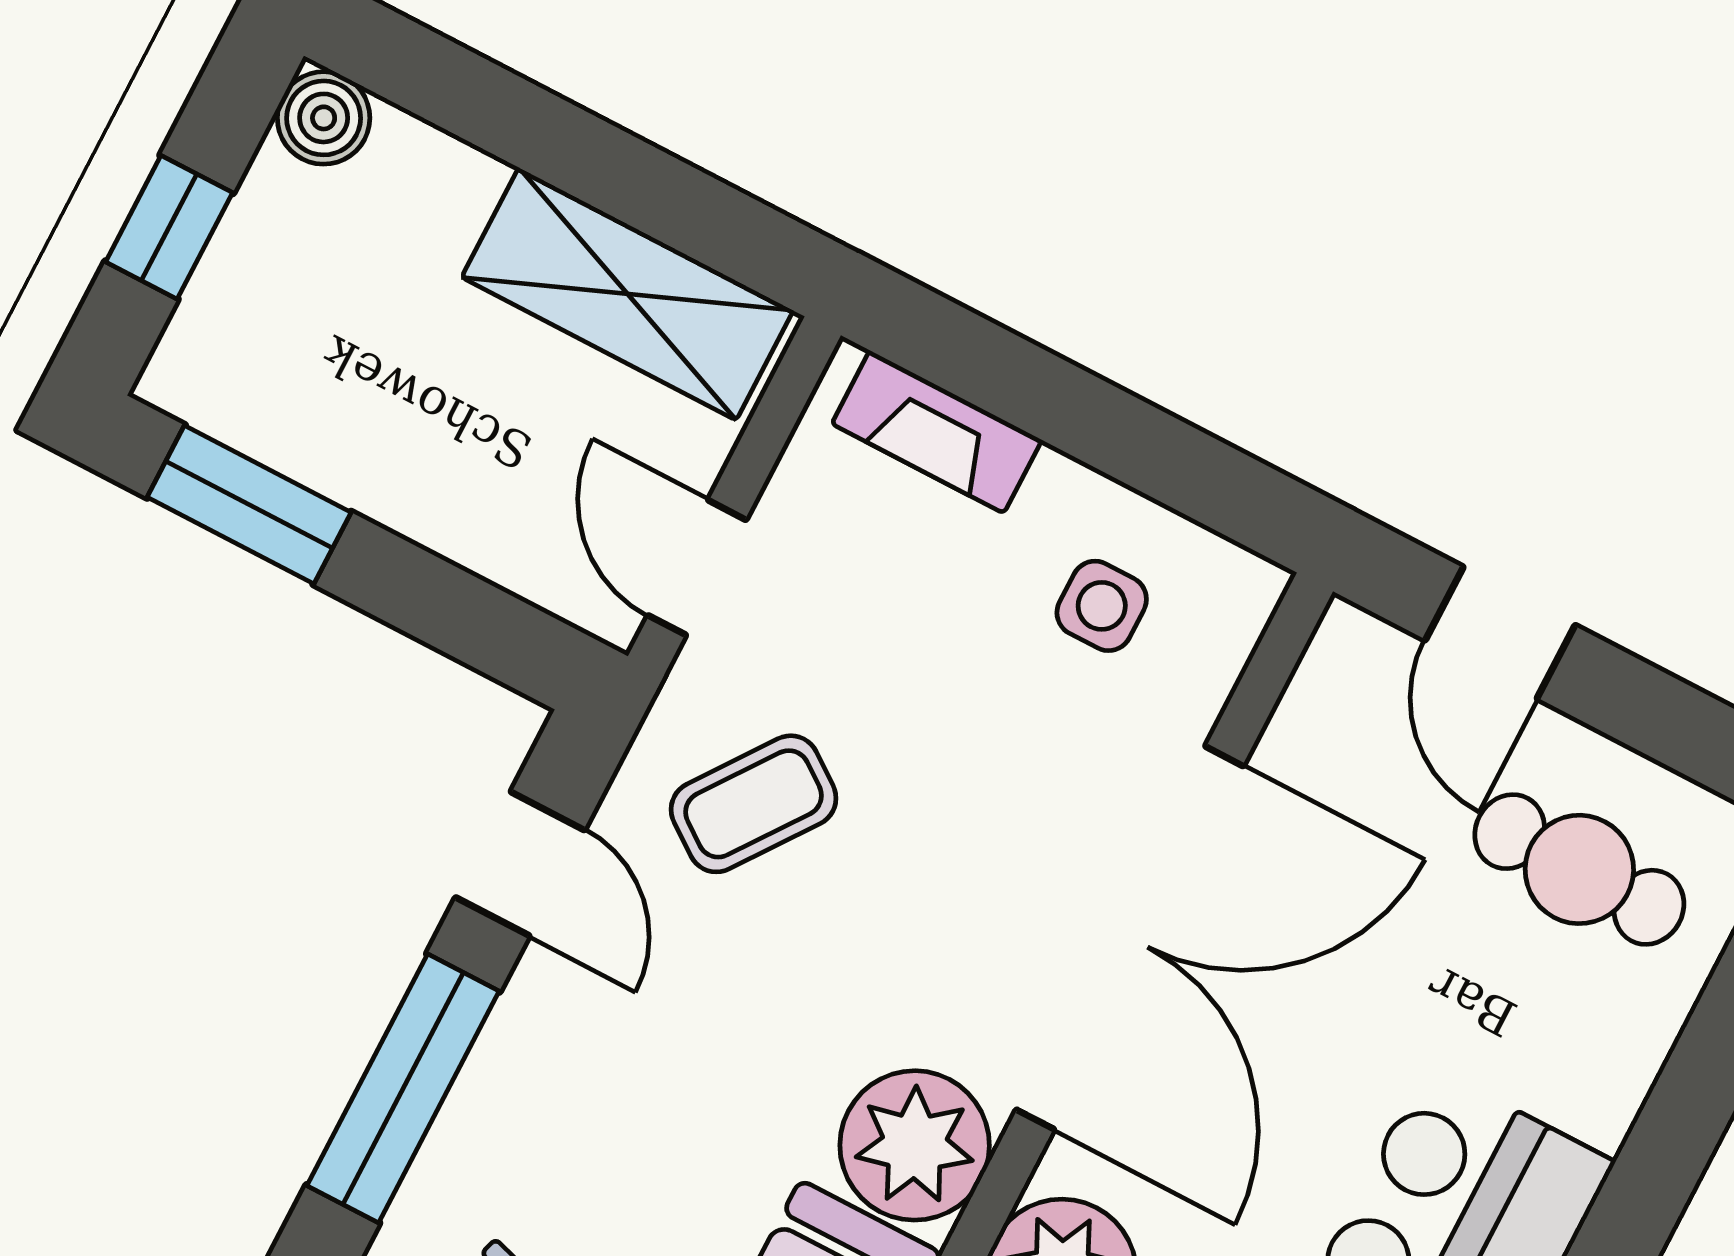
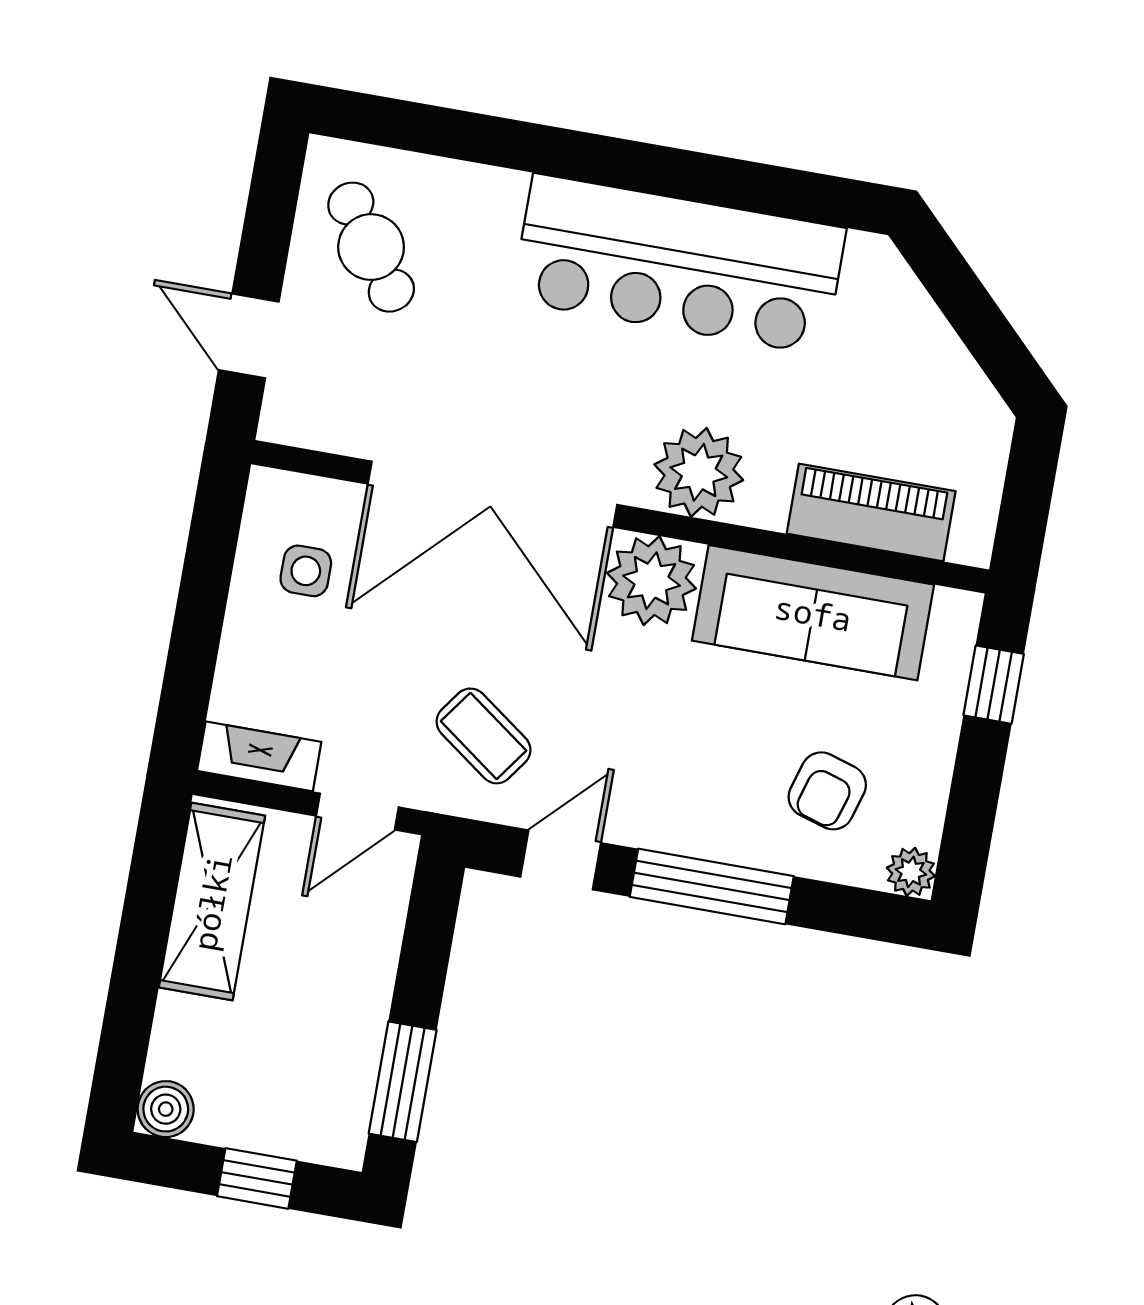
fireplace: (937, 432) -> (259, 756), moved, turned -90
door: (1500, 633) -> (249, 336), swing flipped
cafe table: (1579, 869) -> (371, 247), turned -36
double door: (1130, 938) -> (492, 494), swing flipped

